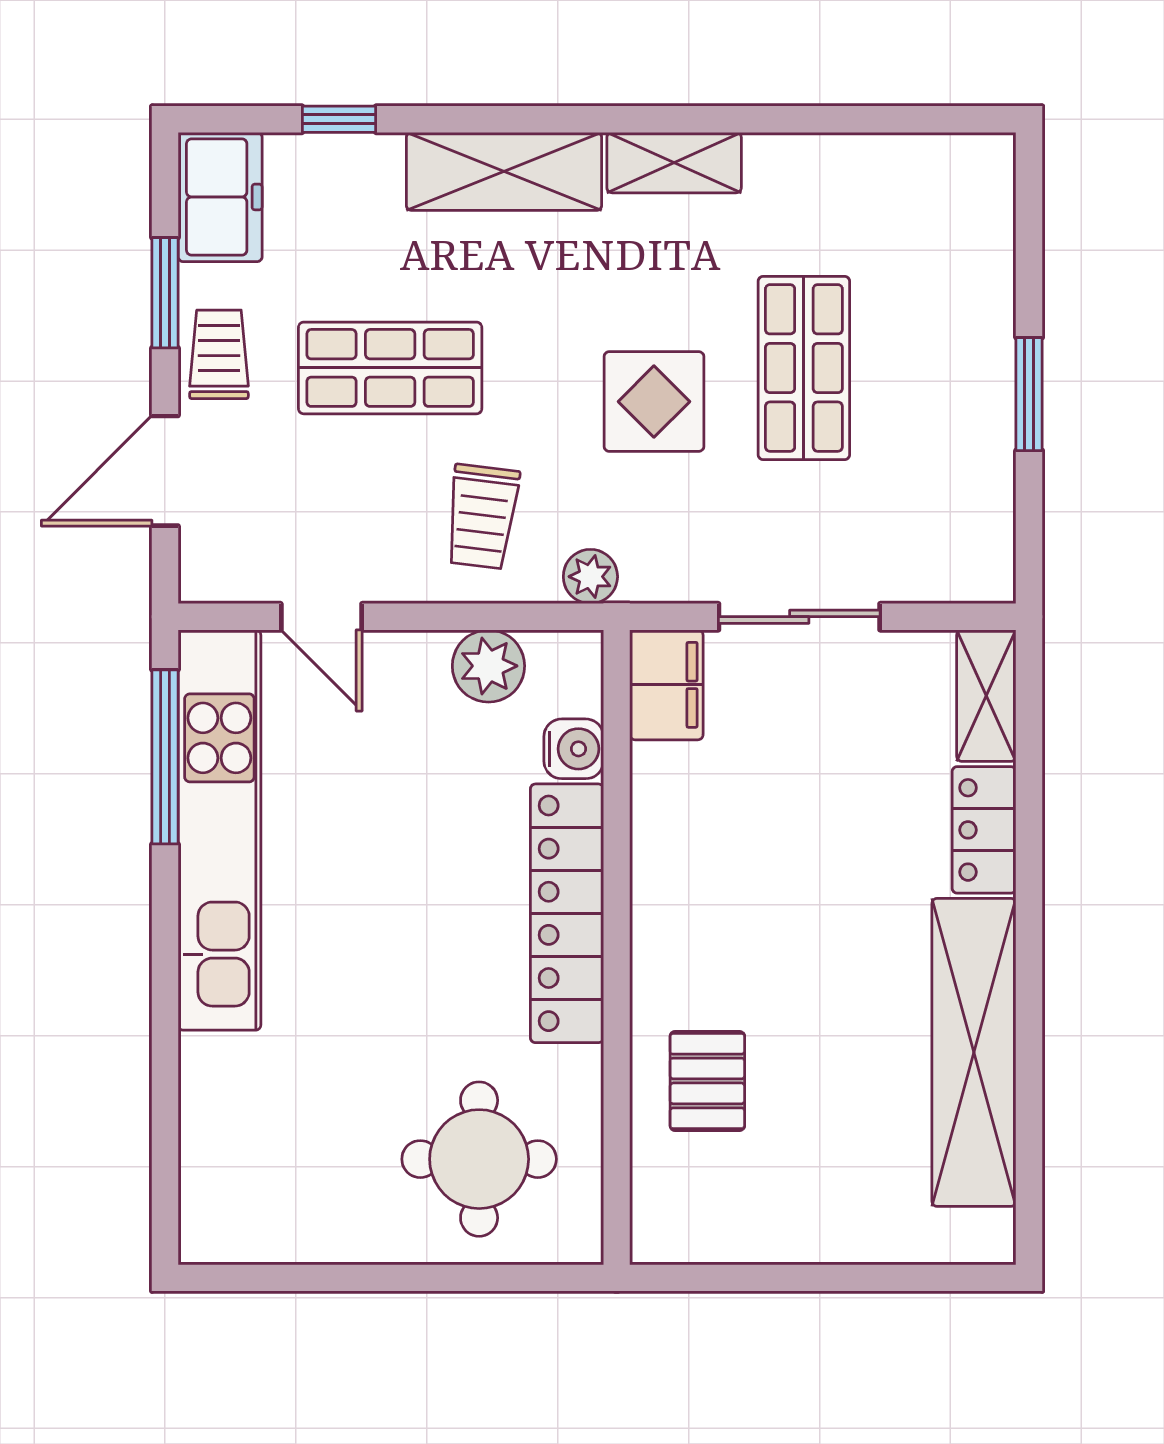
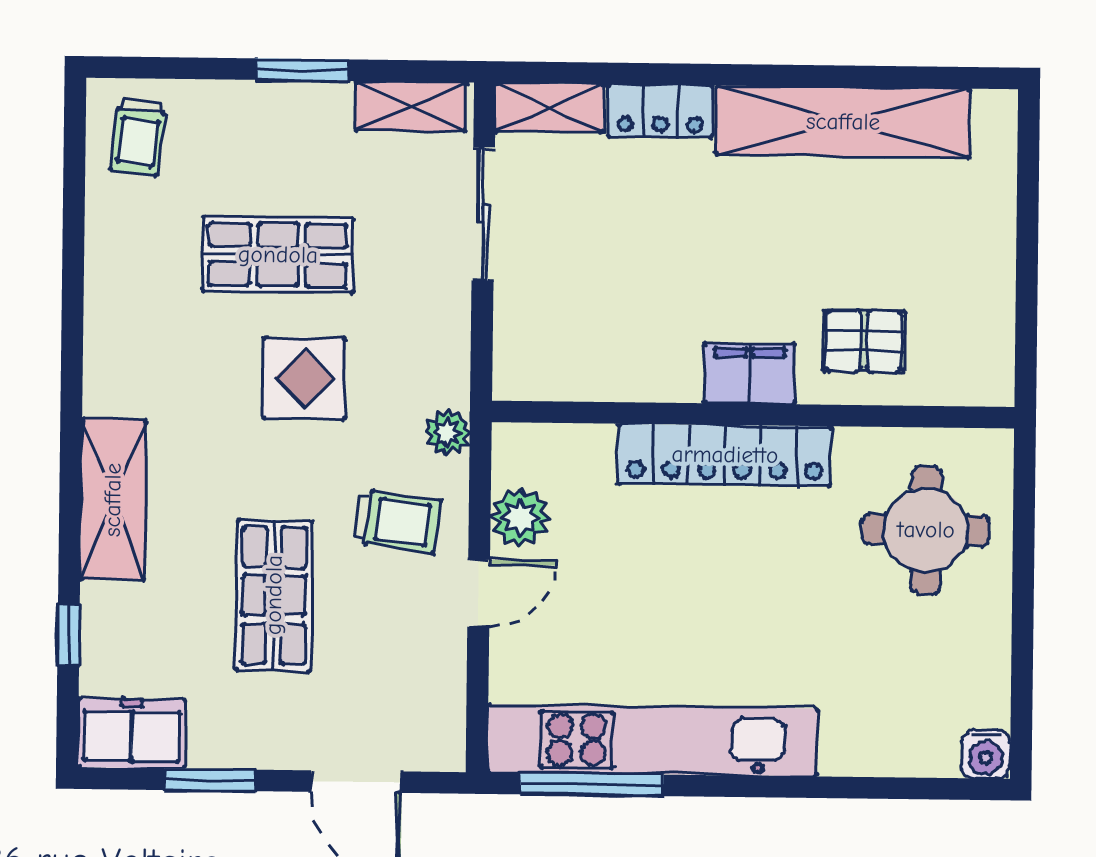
shelving: (674, 163) -> (411, 107), moved, turned 90
trolley: (219, 354) -> (138, 137), moved, turned -83
door: (321, 617) -> (479, 593), moved
sliding door: (799, 617) -> (483, 214), moved
filing cabinet: (666, 685) -> (749, 374), moved
water cooler: (574, 749) -> (986, 754), moved, turned 180

